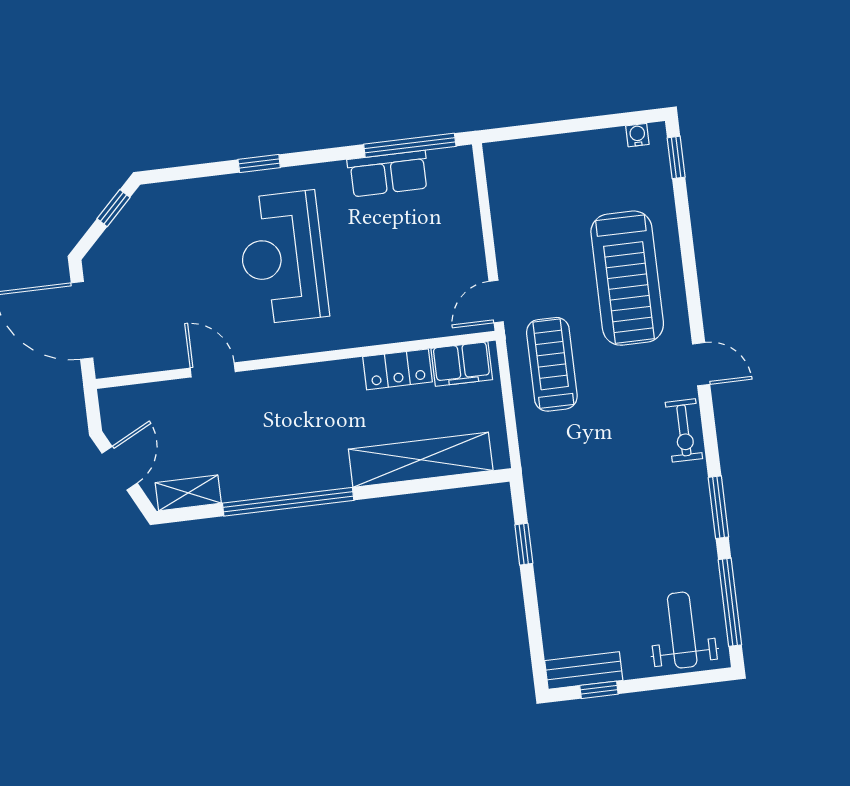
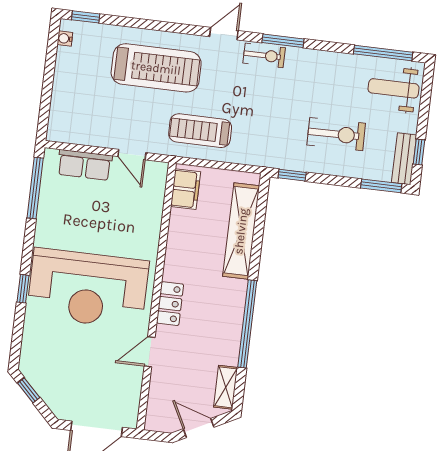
row of seats: (388, 174) -> (85, 165), moved, turned 90
reception desk: (283, 258) -> (88, 289), width x1.36, depth x1.30
door: (496, 301) -> (132, 155), moved
locker: (397, 369) -> (170, 304), moved
window: (718, 507) -> (283, 41), moved
window: (524, 544) -> (292, 175), moved
exercise bike: (595, 563) -> (336, 134), added
window: (536, 647) -> (381, 186), added

